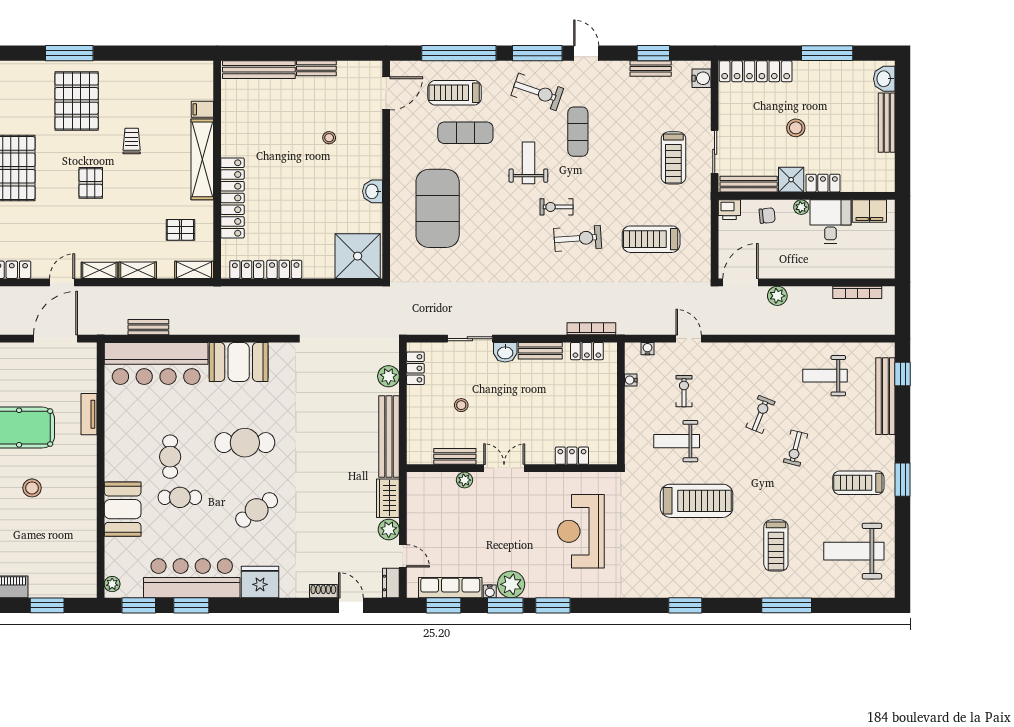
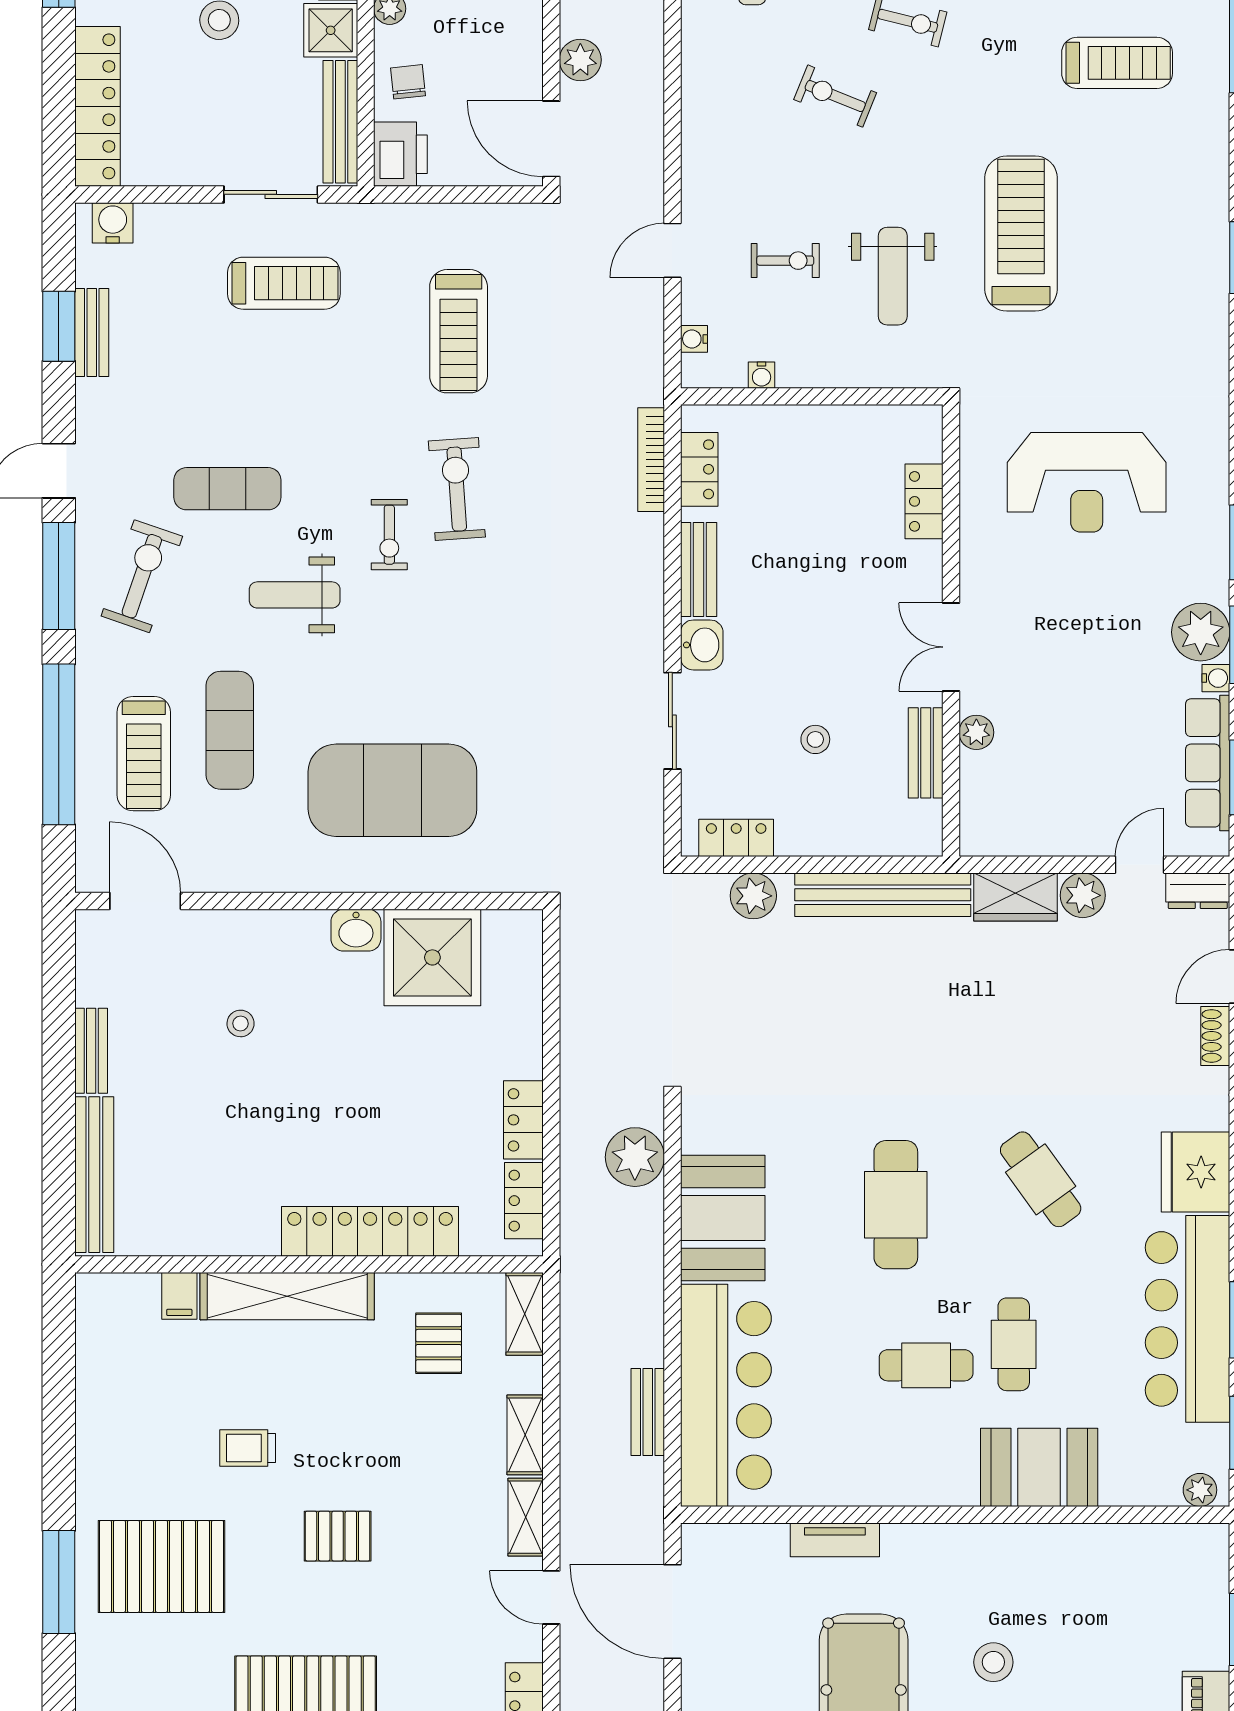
printer: (729, 210) -> (400, 154), width x1.36, depth x1.24
shower: (358, 256) -> (432, 957), moved
plant: (267, 321) -> (635, 1157), added
exercise bike: (684, 391) -> (785, 261), turned 180

